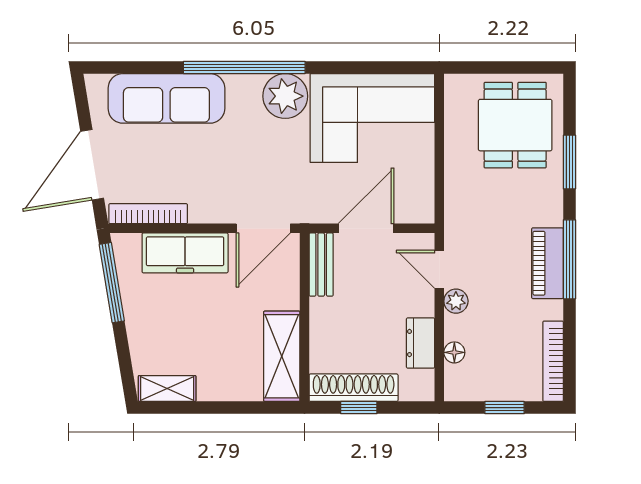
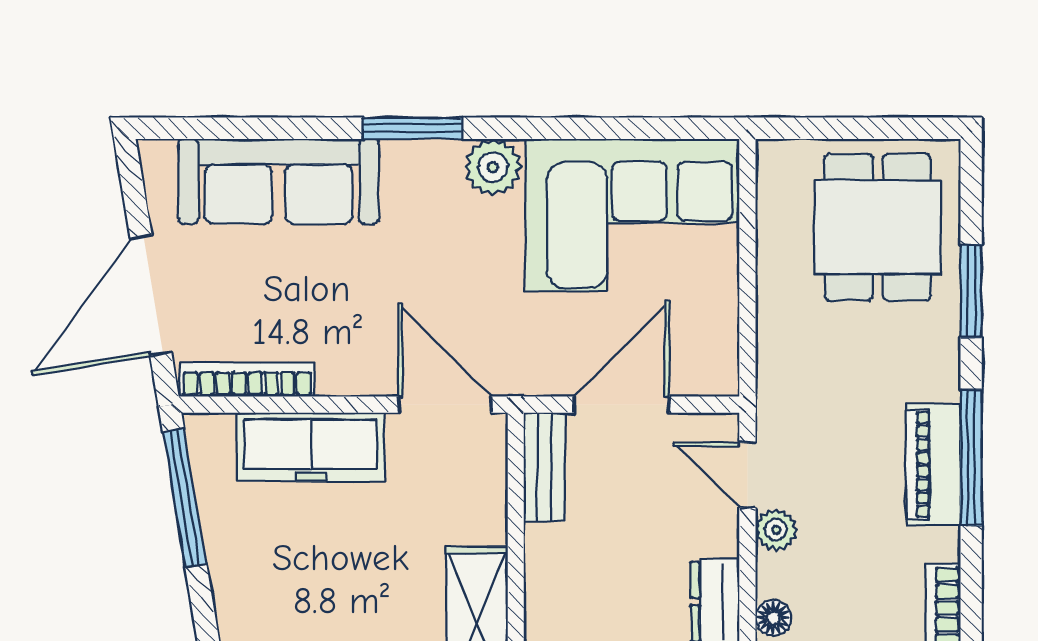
window: (244, 67) -> (412, 128), width x0.47
plant: (285, 96) -> (493, 167), width x0.73, depth x0.73
door: (263, 228) -> (445, 405), swing flipped

